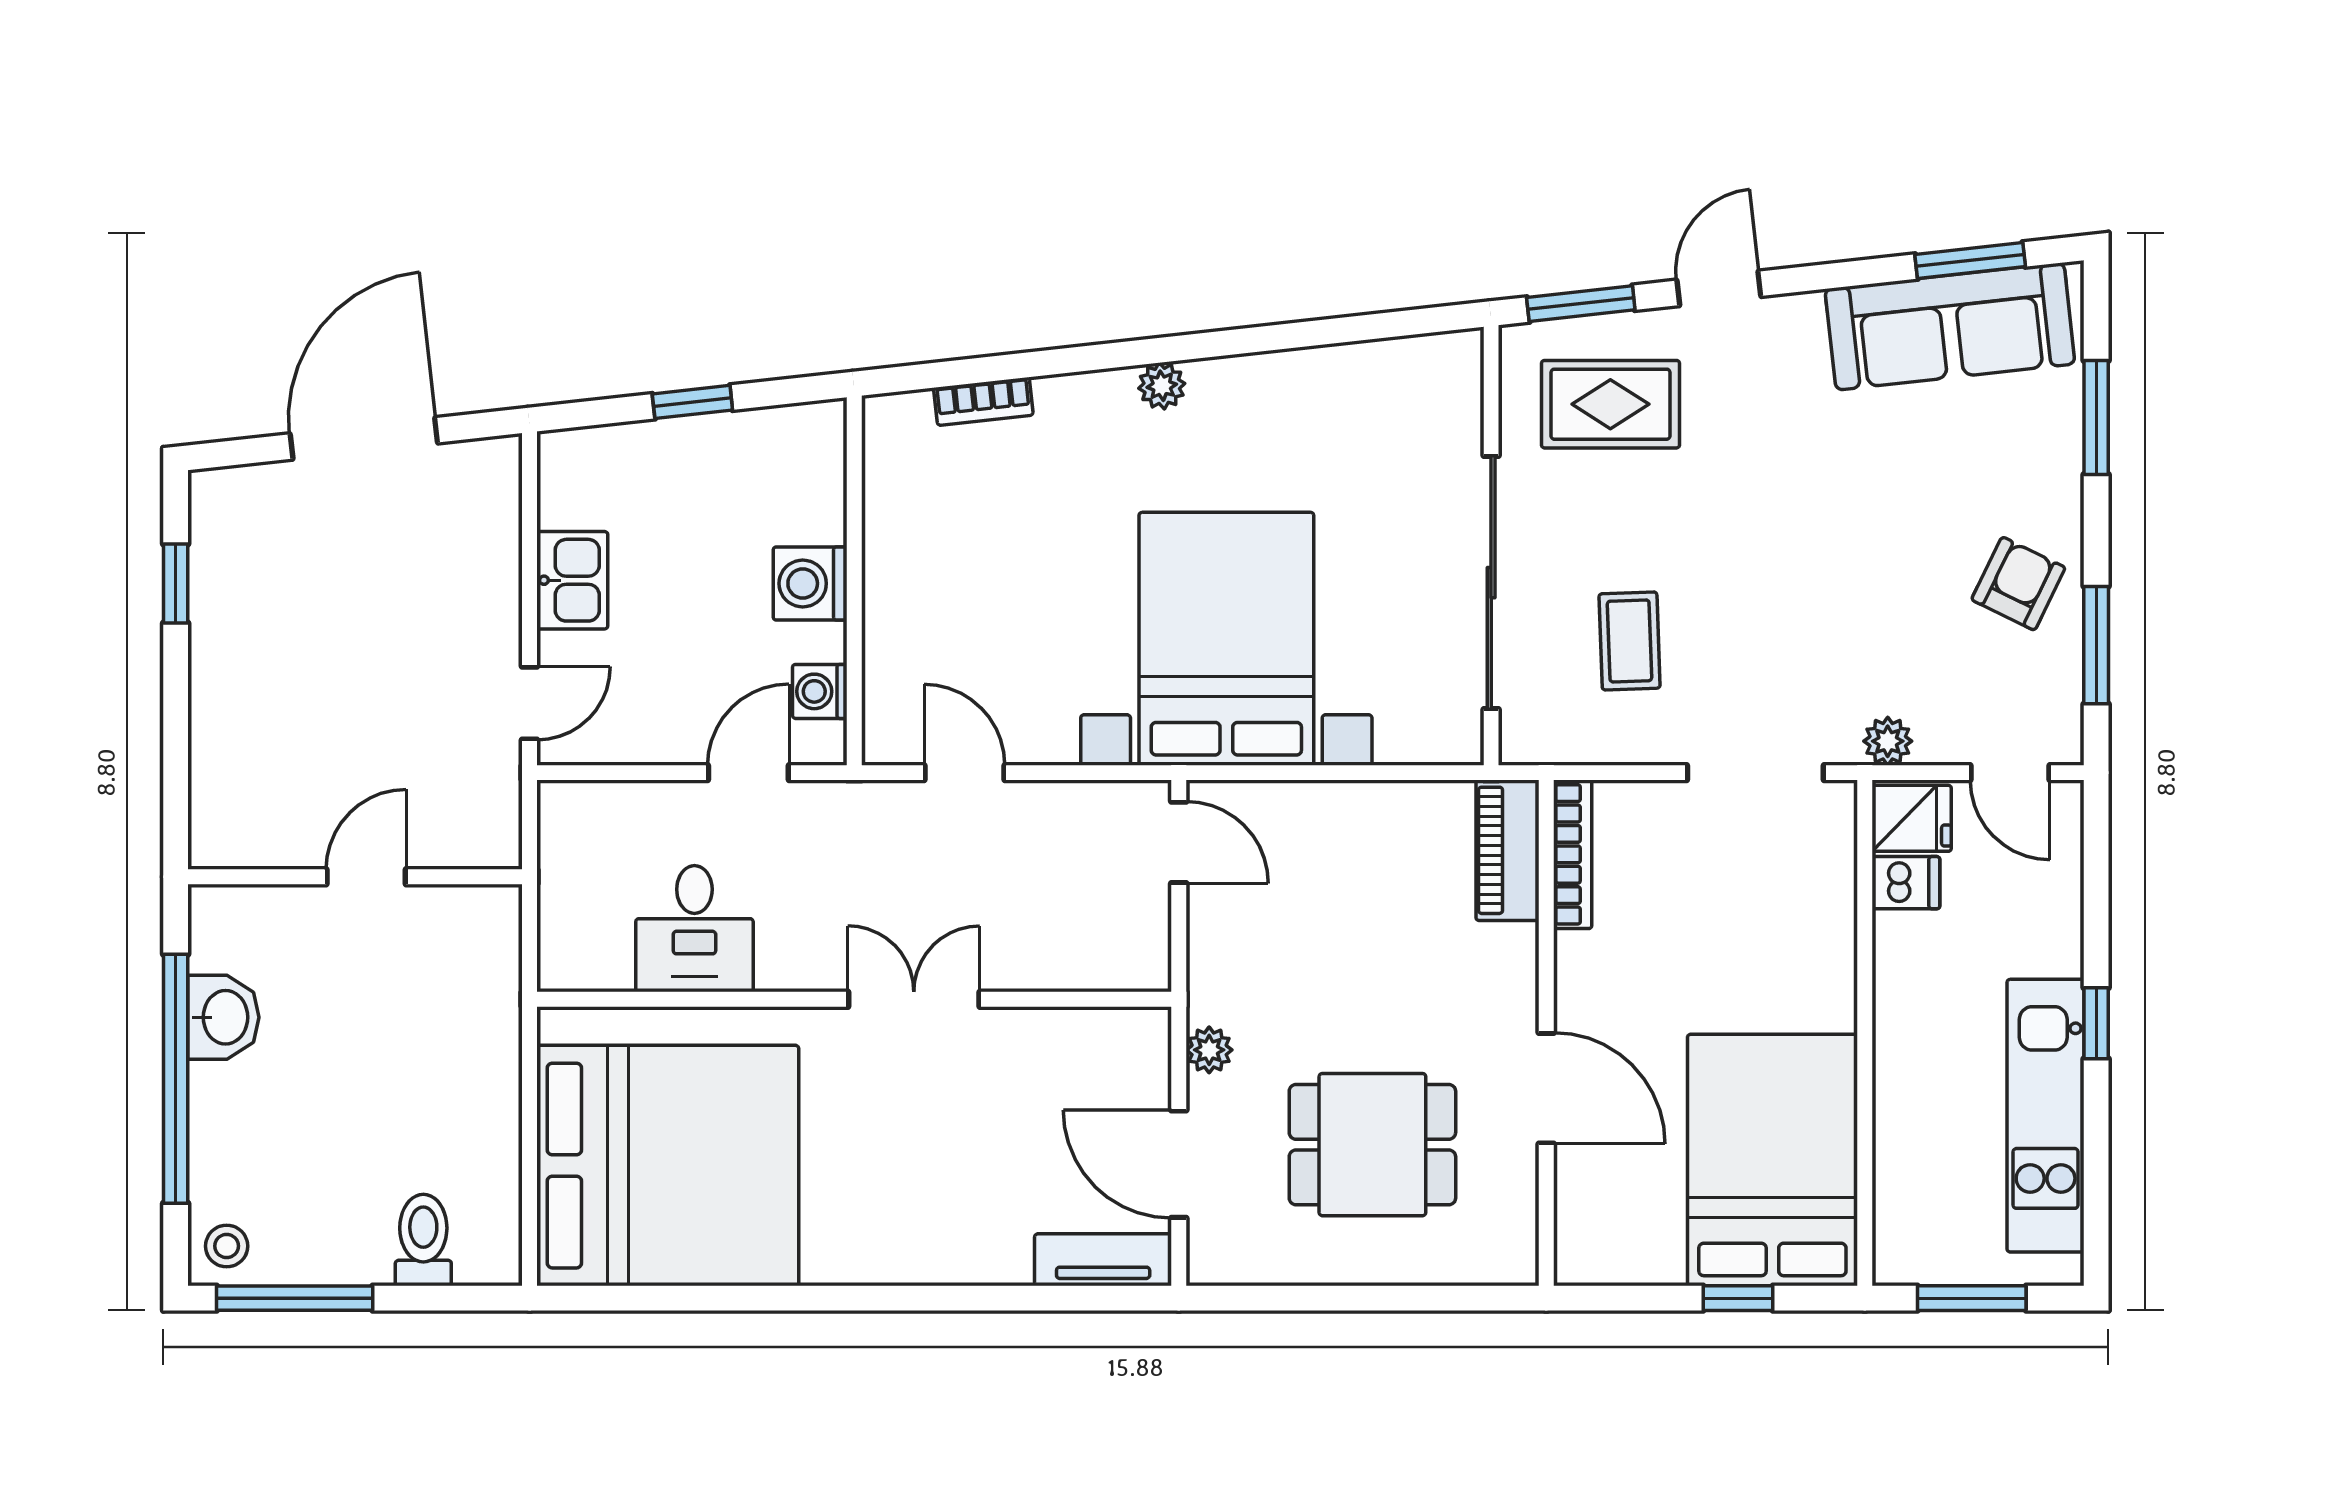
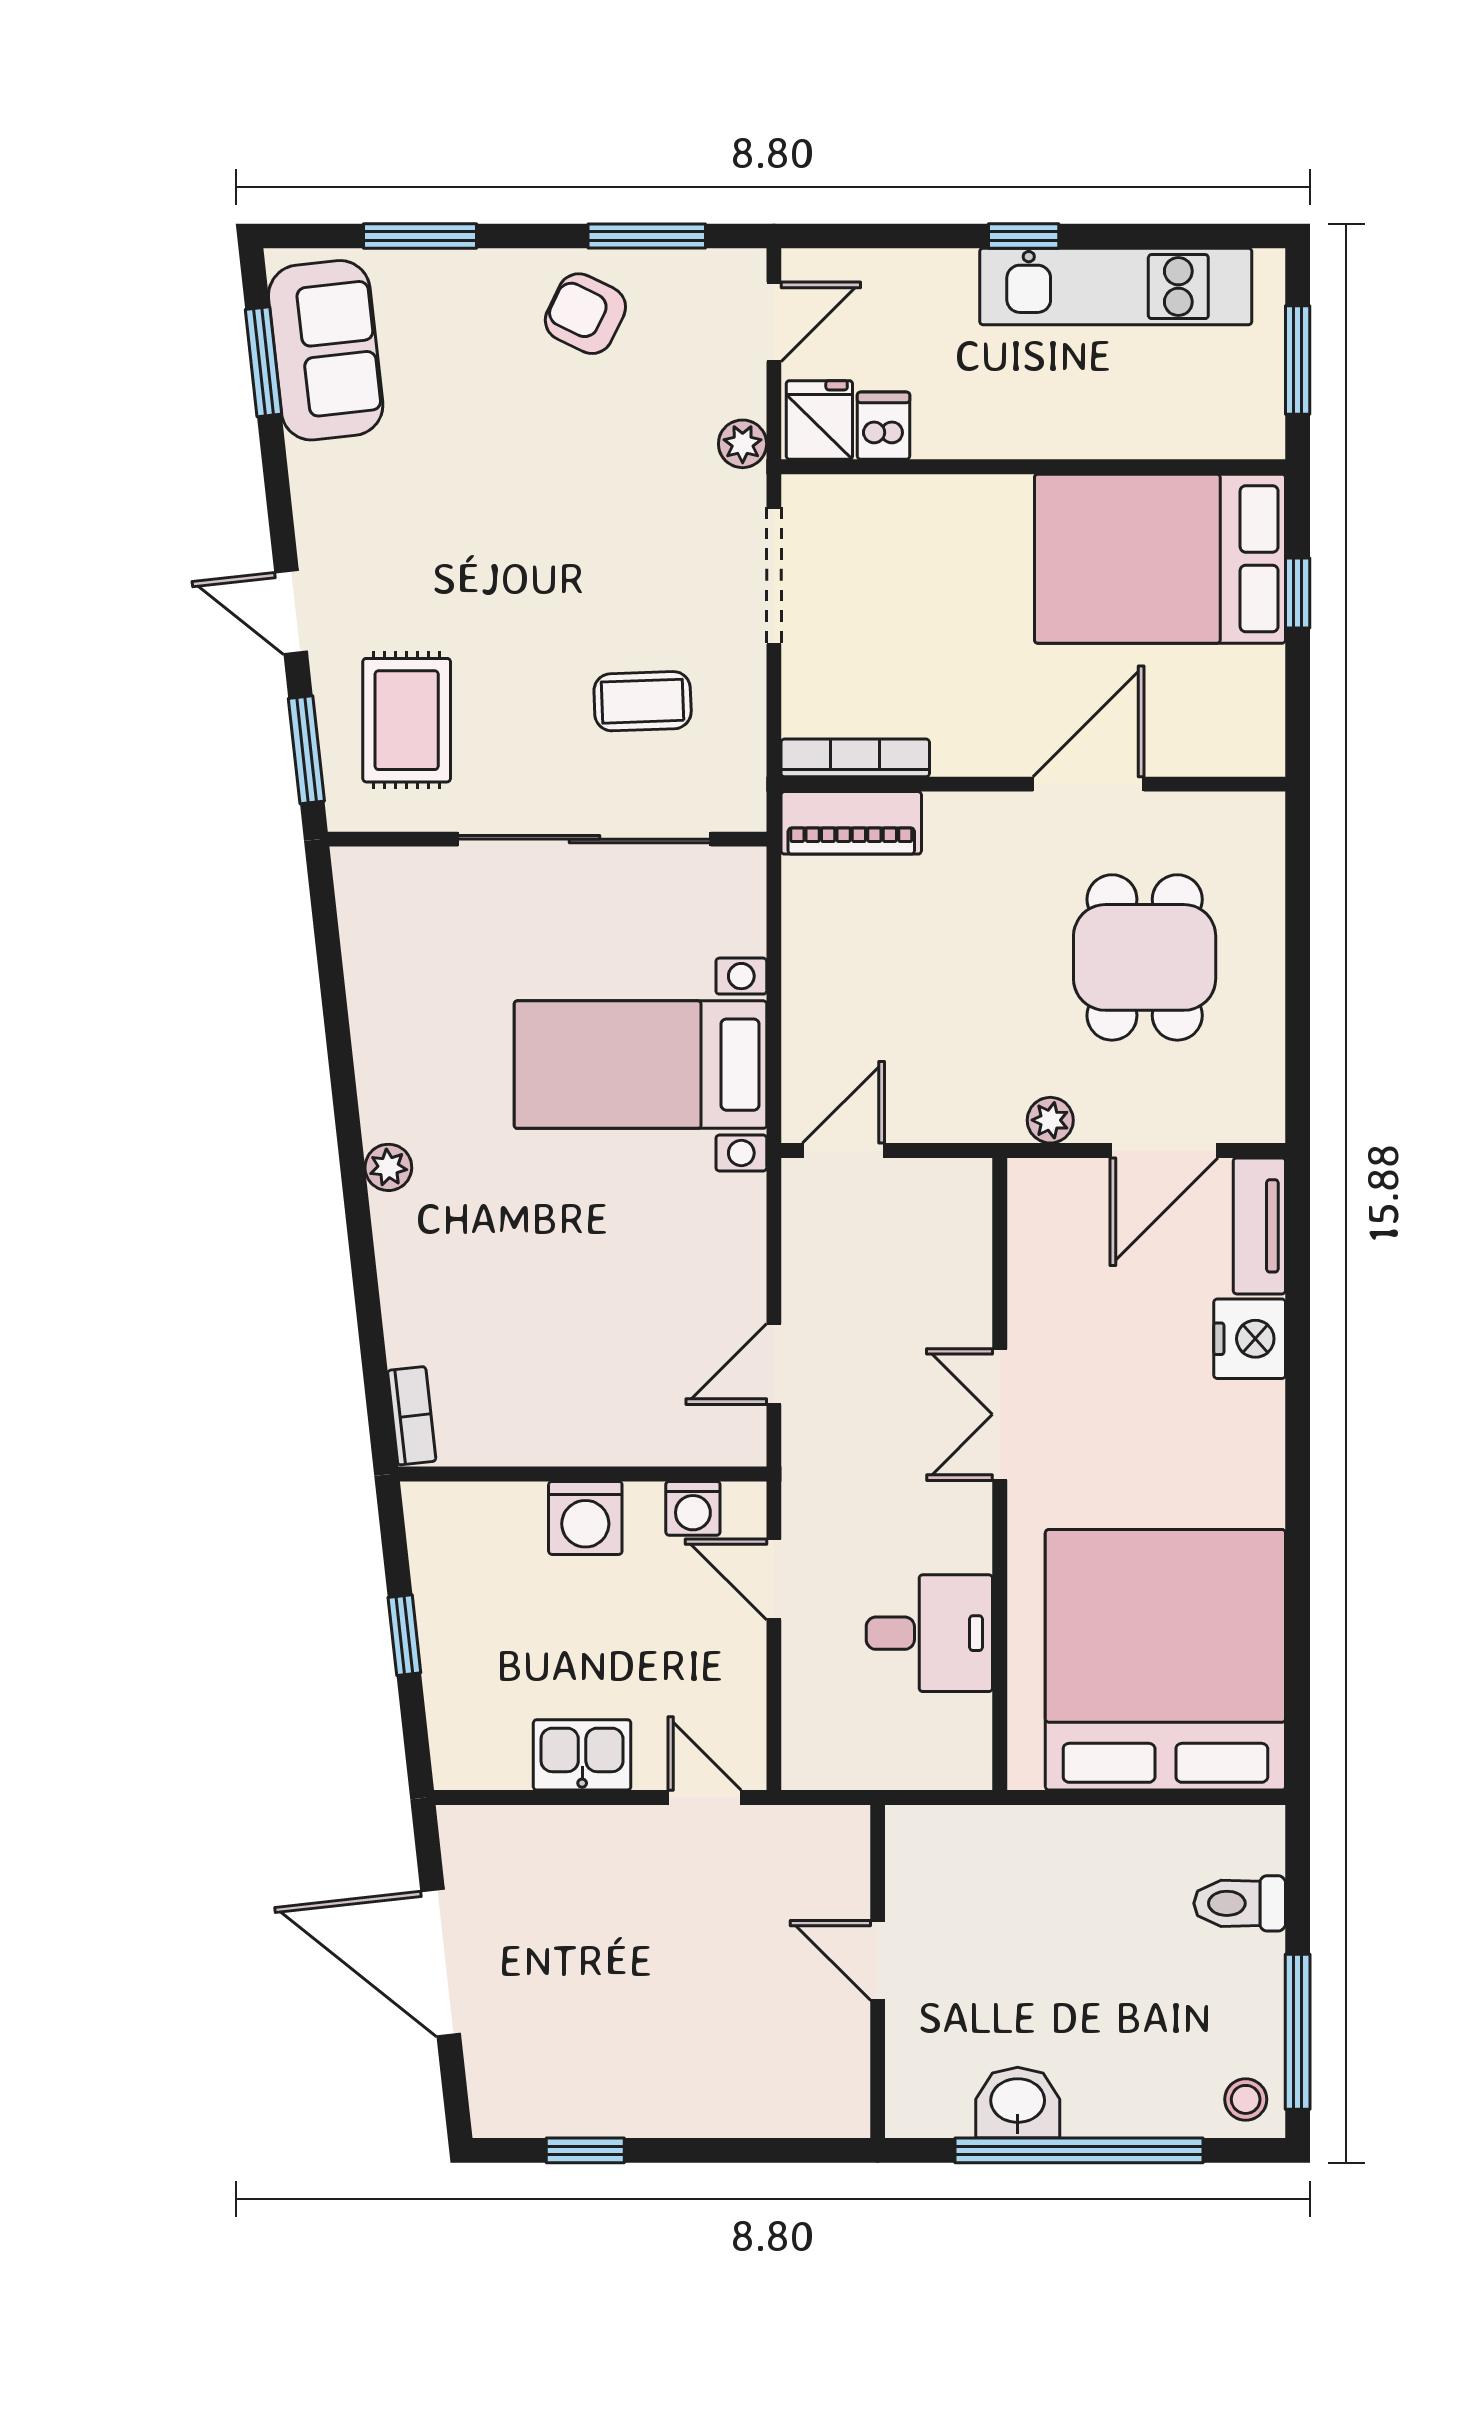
sofa: (1950, 326) -> (326, 350), width x0.73
bookcase: (983, 401) -> (412, 1416), moved
bed with nightstands: (1226, 639) -> (640, 1065), width x0.73
nightstand: (990, 1250) -> (1250, 1339), added

